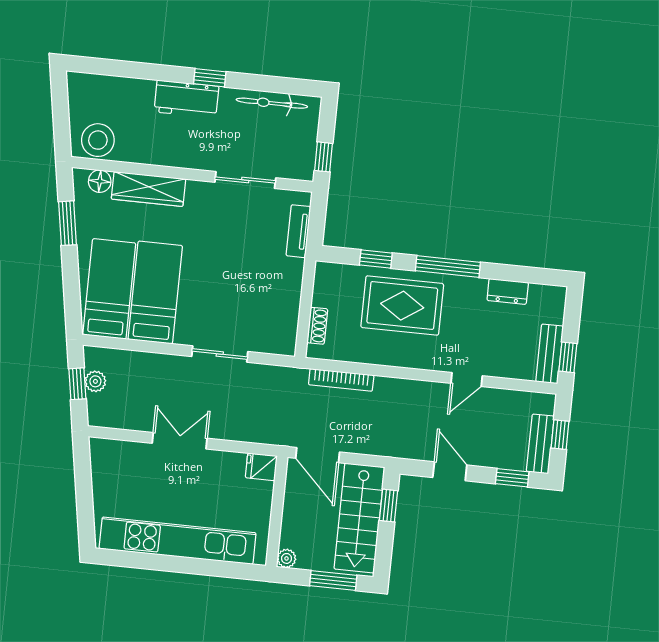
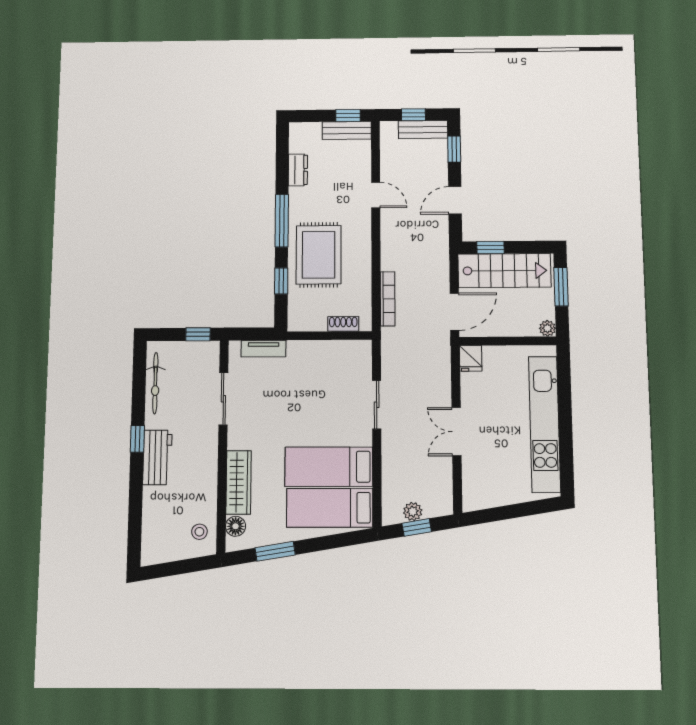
stool: (98, 140) -> (199, 532), width x0.53, depth x0.53

